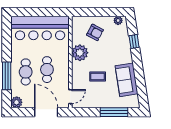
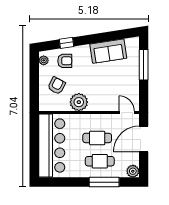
armchair: (118, 40) -> (65, 61), added
coffee table: (98, 77) -> (105, 83), removed

